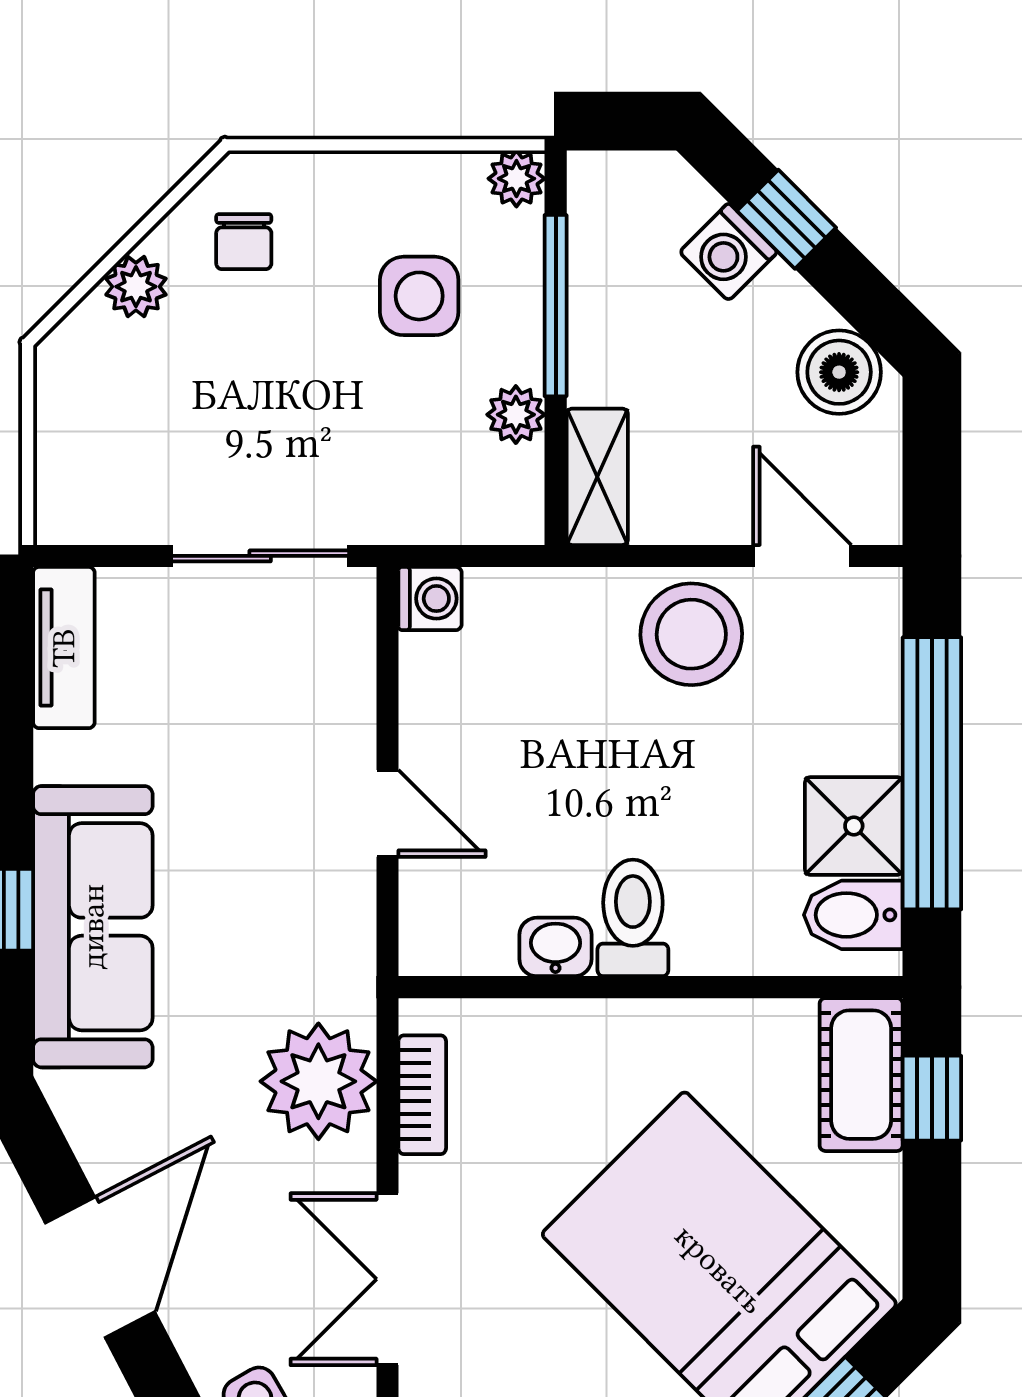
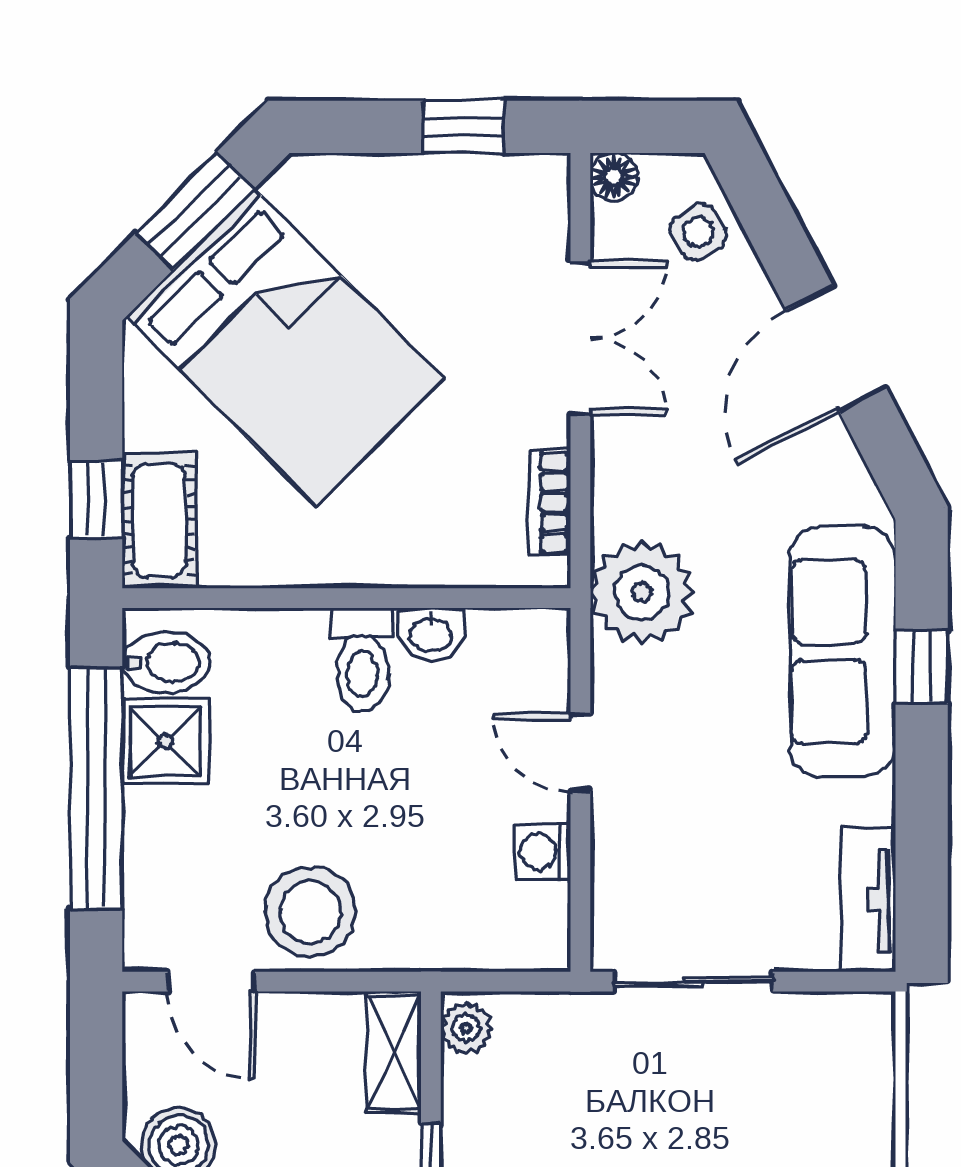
plant: (516, 415) -> (466, 1028), moved
washing machine: (430, 599) -> (542, 852), moved
plant: (318, 1081) -> (642, 592), moved

